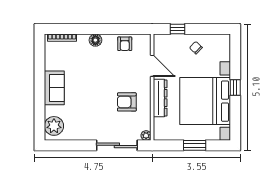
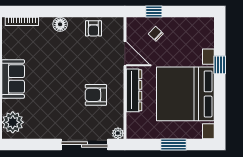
chair: (196, 48) -> (156, 34), moved
window: (235, 87) -> (220, 65), moved

